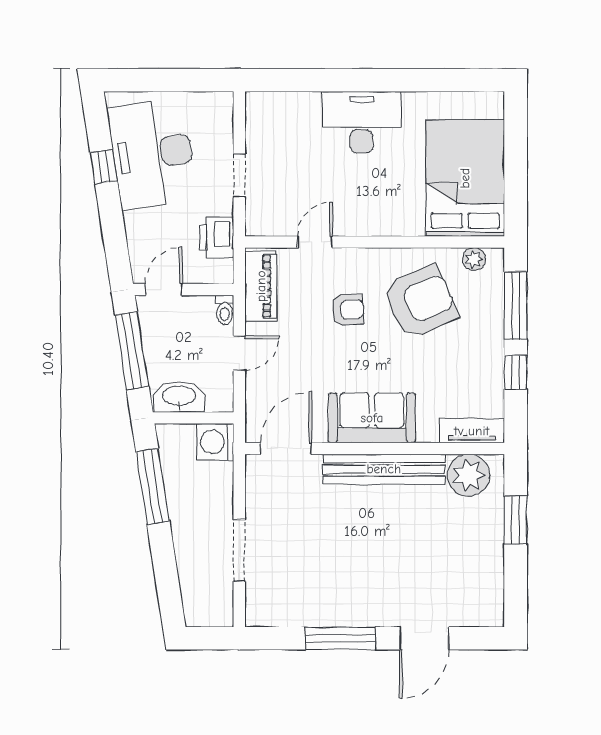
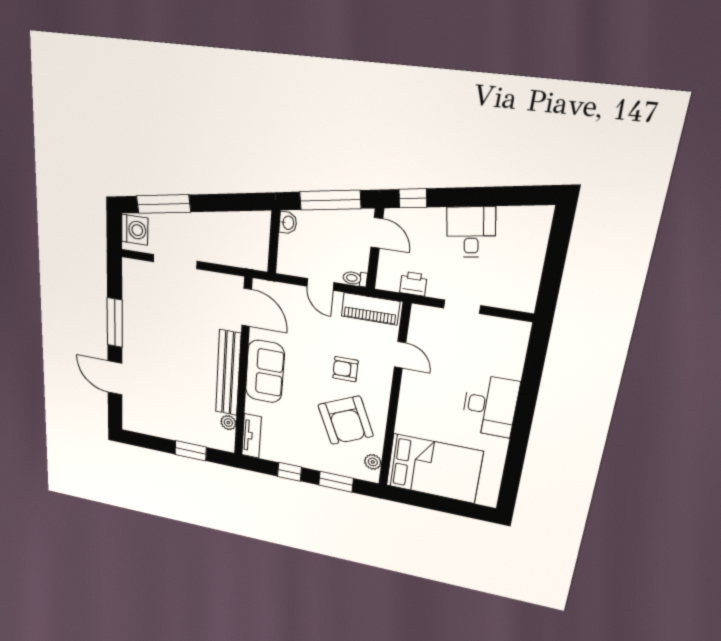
desk: (152, 154) -> (471, 232), width x0.53, depth x0.77
window: (104, 167) -> (413, 198), moved
printer: (217, 237) -> (413, 284), width x0.73, depth x0.81
window: (516, 306) -> (336, 482), width x0.69
armchair: (348, 310) -> (345, 369), turned 93
washbasin: (179, 397) -> (288, 223), width x0.52, depth x0.69
washing machine: (215, 442) -> (135, 230), moved, turned 90
plant: (469, 475) -> (228, 423), width x0.53, depth x0.53
window: (153, 486) -> (163, 204), moved

